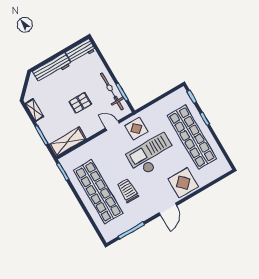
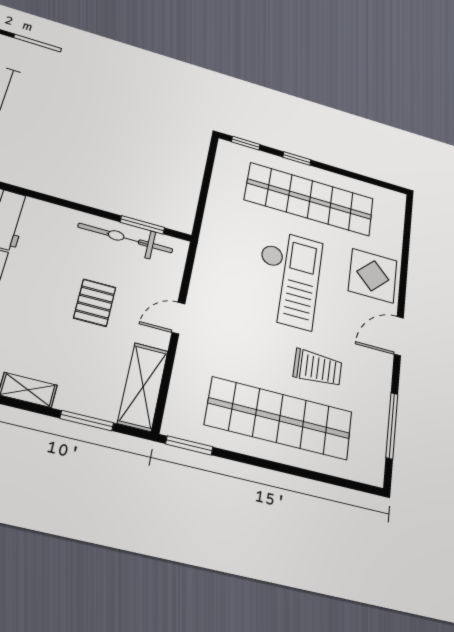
door: (112, 126) -> (178, 318), moved
display table: (136, 129) -> (224, 260), removed
checkout: (152, 155) -> (288, 278), turned 180
trolley: (128, 191) -> (318, 368), turned 180
door: (168, 209) -> (399, 336), swing flipped

